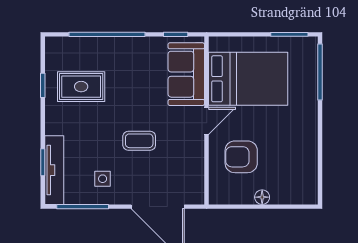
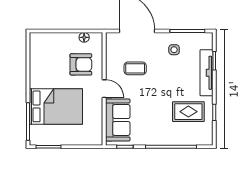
bed: (248, 79) -> (56, 106), moved, turned 180
door: (207, 121) -> (104, 89), swing flipped
coffee table: (139, 141) -> (135, 68), moved
tv unit: (54, 170) -> (207, 73), moved
floor lamp: (262, 197) -> (84, 37), moved

